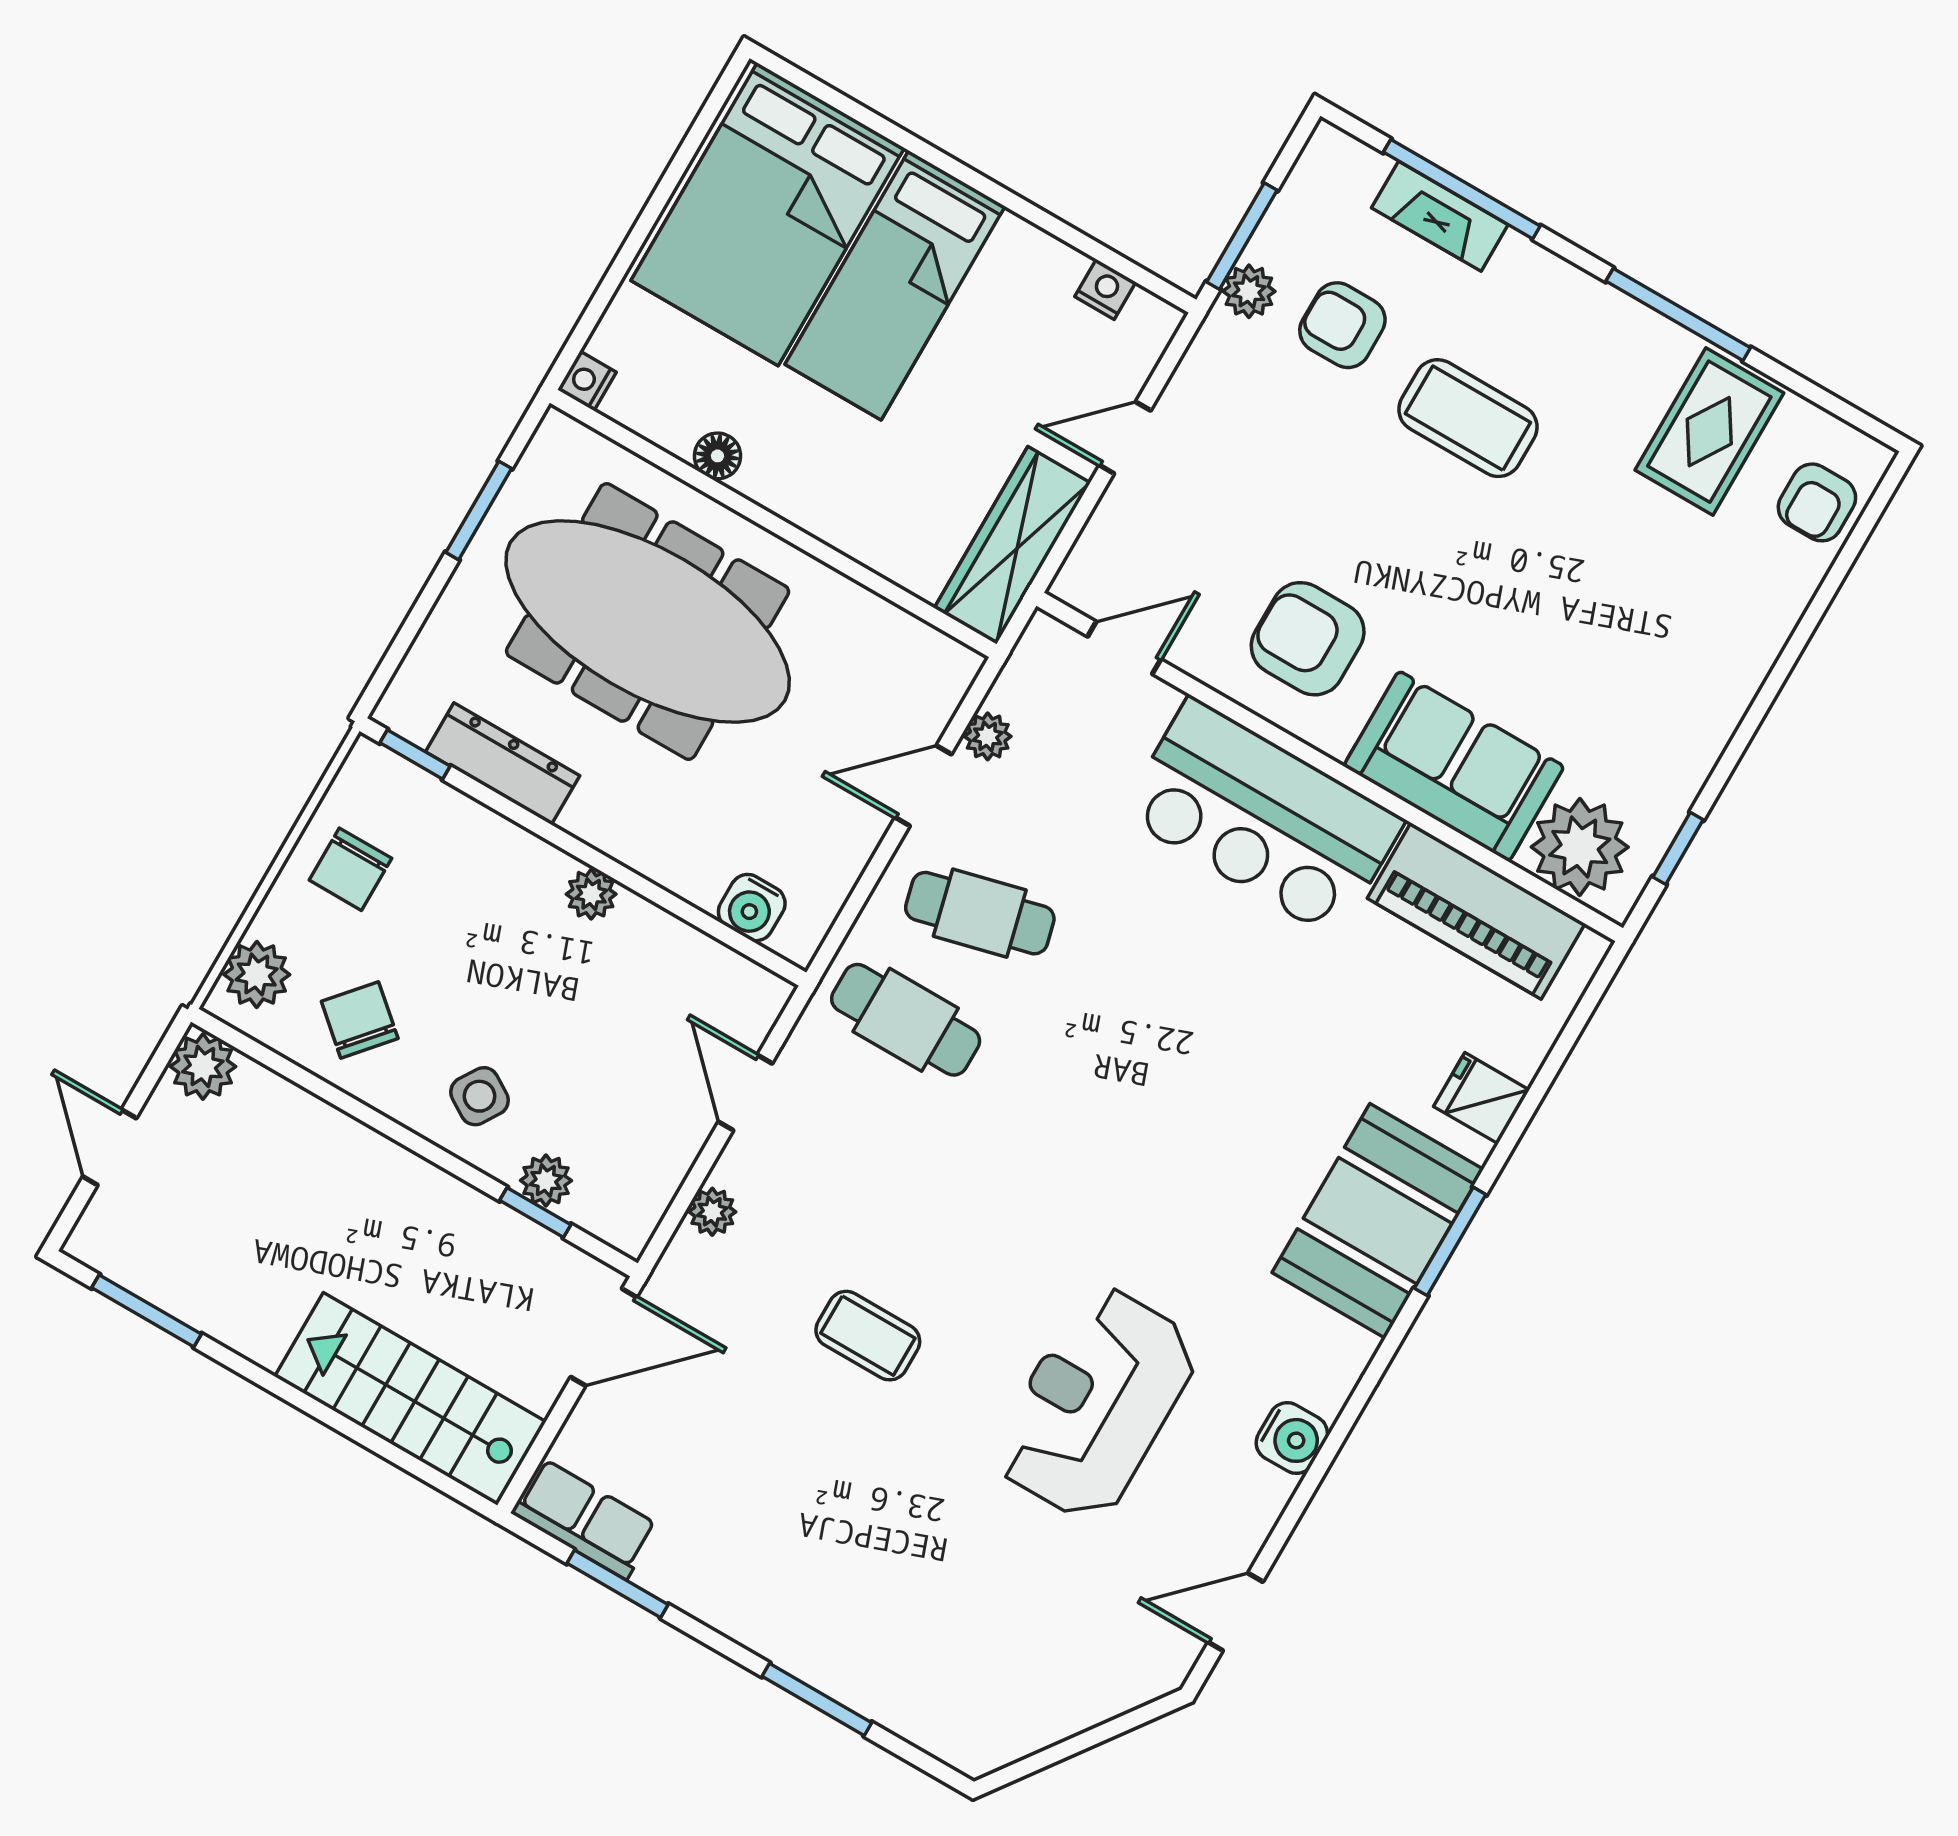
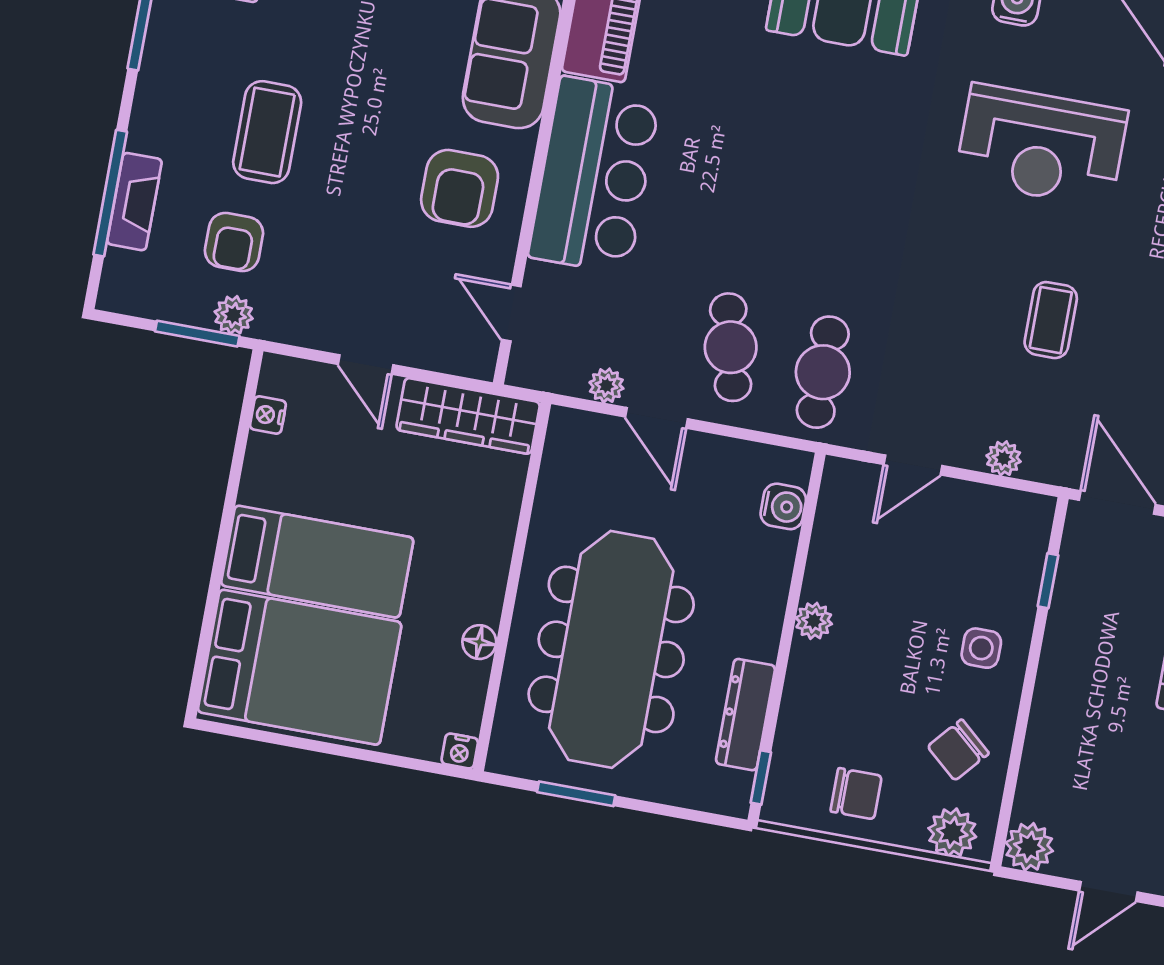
side table: (480, 1096) -> (981, 648), turned -32
plant: (546, 1181) -> (1023, 581), removed

